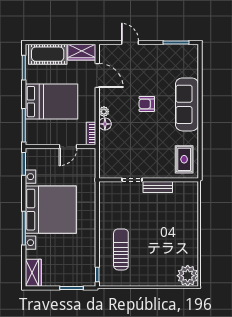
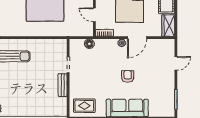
door: (97, 75) -> (137, 38), moved
floor lamp: (105, 124) -> (89, 44), moved

